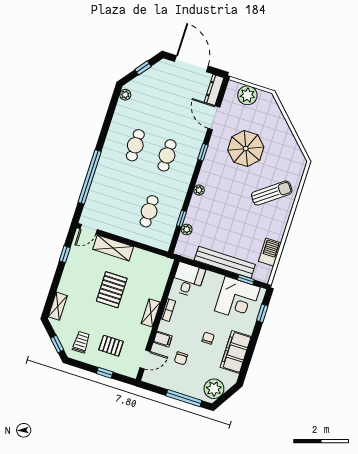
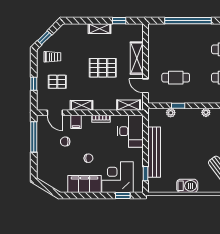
door: (89, 229) -> (146, 86), moved
barbecue: (270, 252) -> (187, 186), moved
shelving: (163, 274) -> (129, 105), added
desk: (188, 280) -> (131, 131), width x1.37
corner desk: (237, 299) -> (117, 177), moved, turned 90
shelving: (58, 306) -> (100, 29), moved
shelving: (151, 313) -> (82, 105), moved
pallet: (111, 346) -> (57, 82), turned 90
plant: (214, 389) -> (49, 176), removed
window: (184, 398) -> (34, 137), moved

